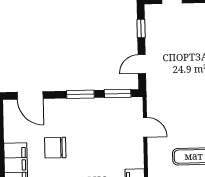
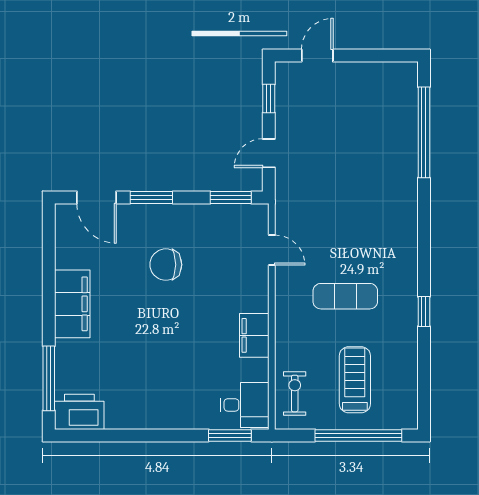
window: (80, 94) -> (151, 197), moved
chair: (55, 148) -> (166, 265), moved

